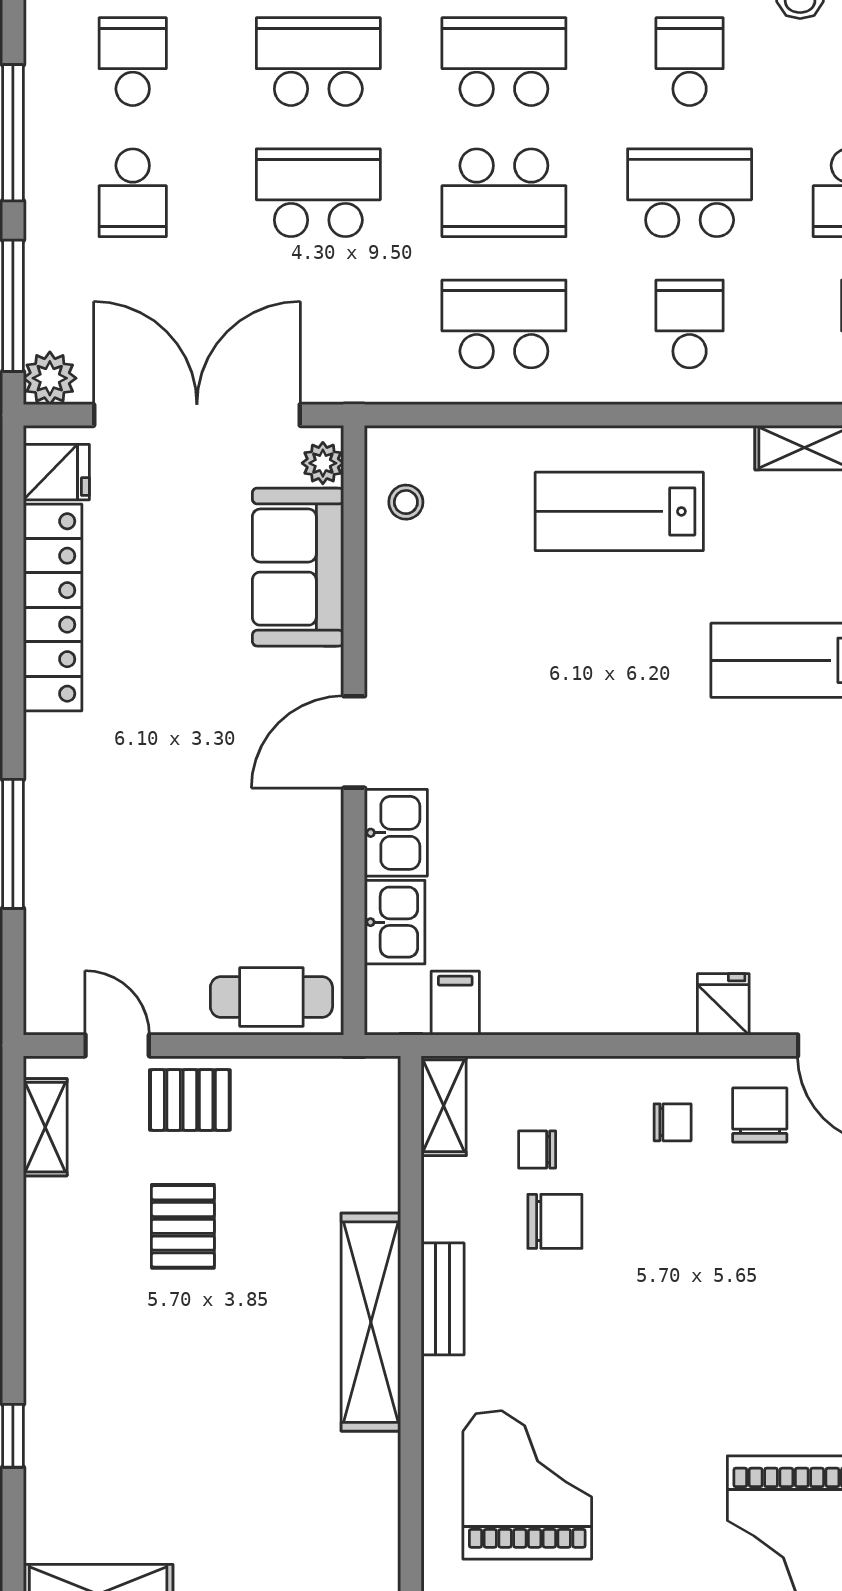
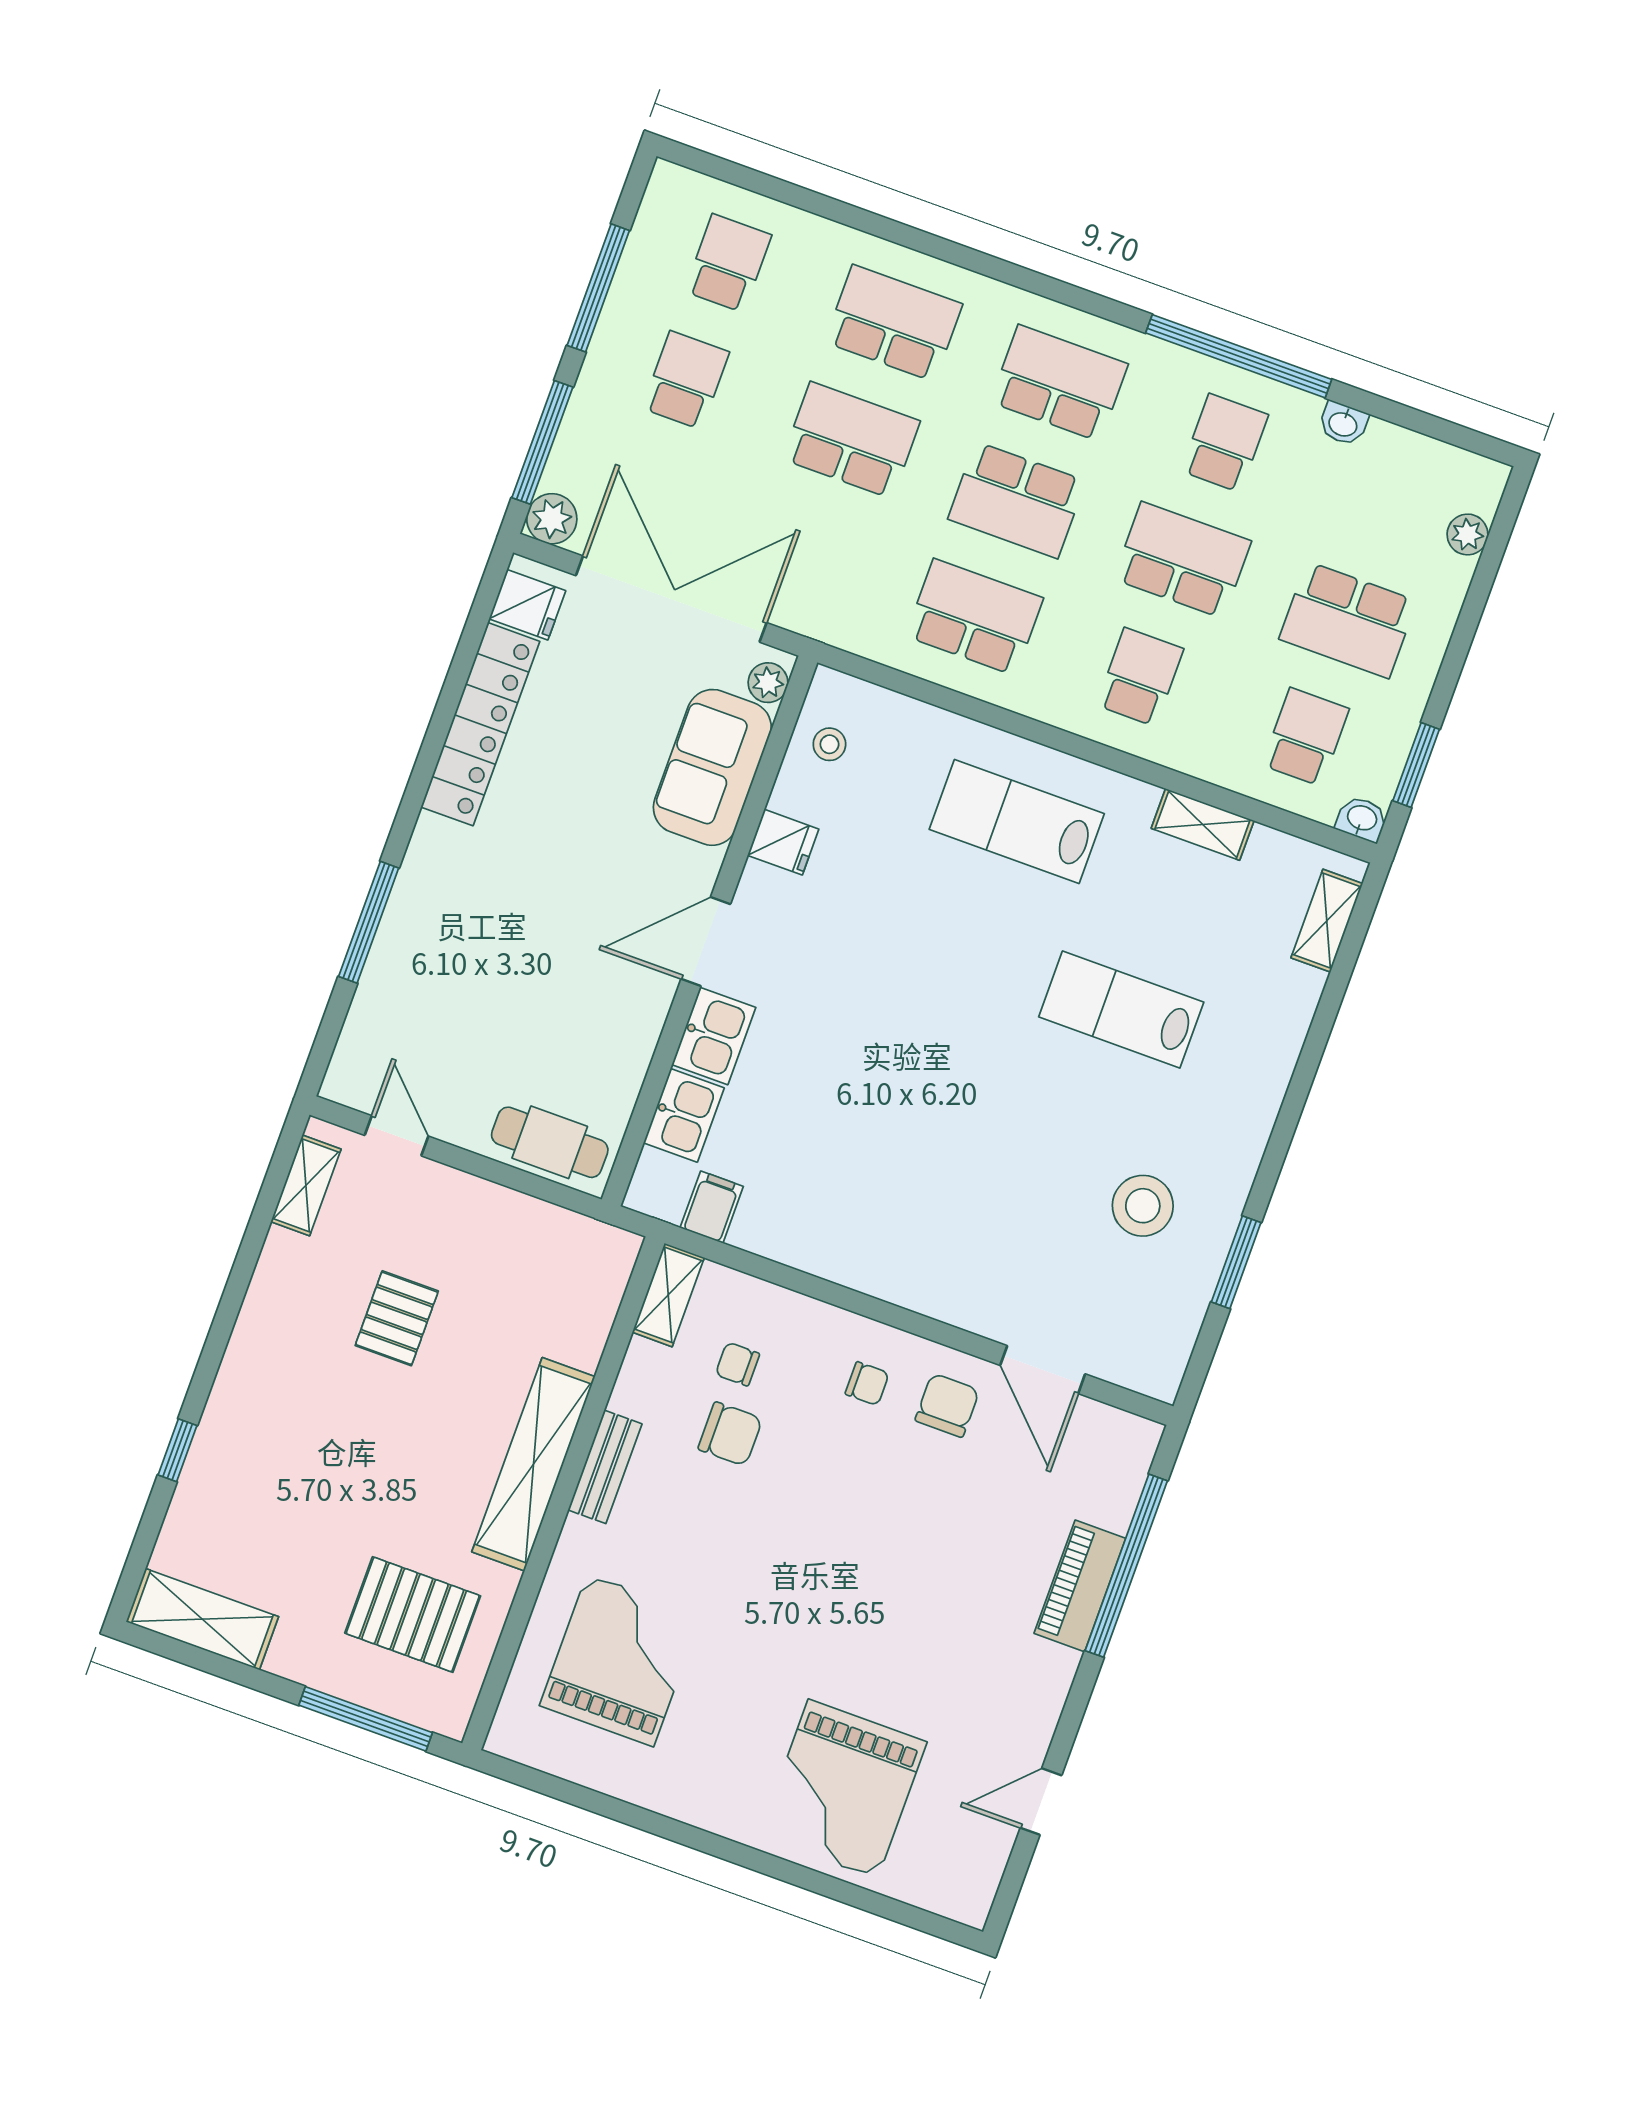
school desk: (133, 193) -> (686, 380), turned 180
fridge: (723, 1004) -> (783, 842), moved, turned 90
pallet: (190, 1100) -> (413, 1614), moved, width x1.50, depth x1.42

